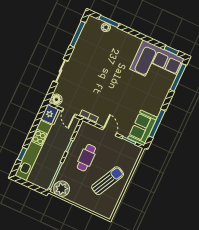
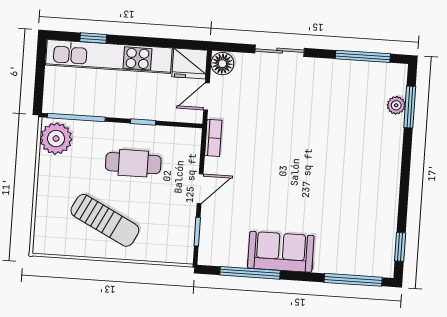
corner sofa: (157, 64) -> (364, 230), removed
sofa: (142, 128) -> (281, 252), moved

